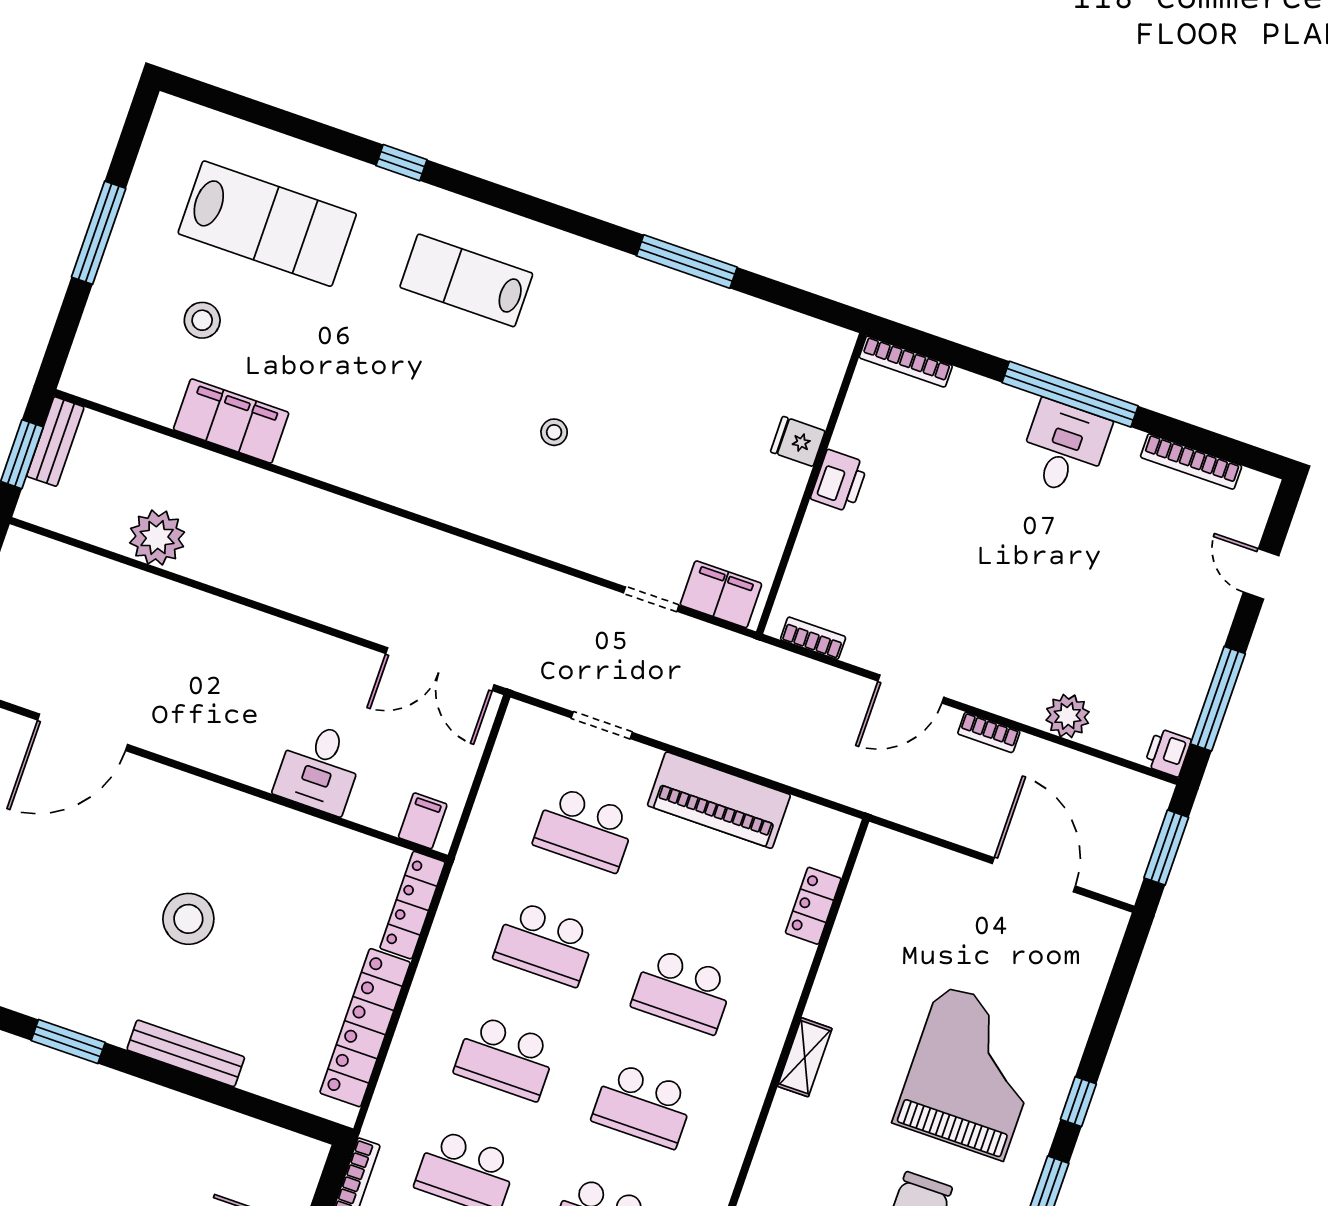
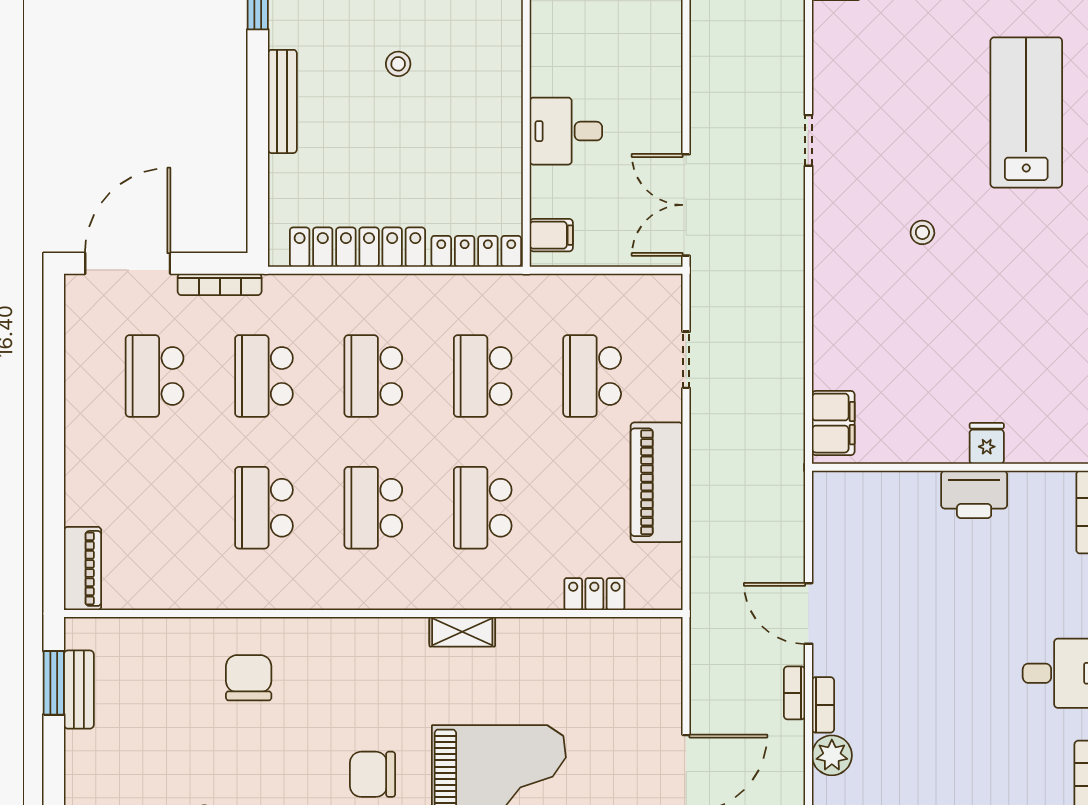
lab bench: (466, 280) -> (1026, 112), width x1.36, depth x1.39
printer: (839, 481) -> (974, 494), width x1.37, depth x1.19
doorway: (651, 599) -> (808, 140), moved
bookcase: (813, 638) -> (823, 705), moved
stool: (188, 919) -> (398, 64), width x0.53, depth x0.53

